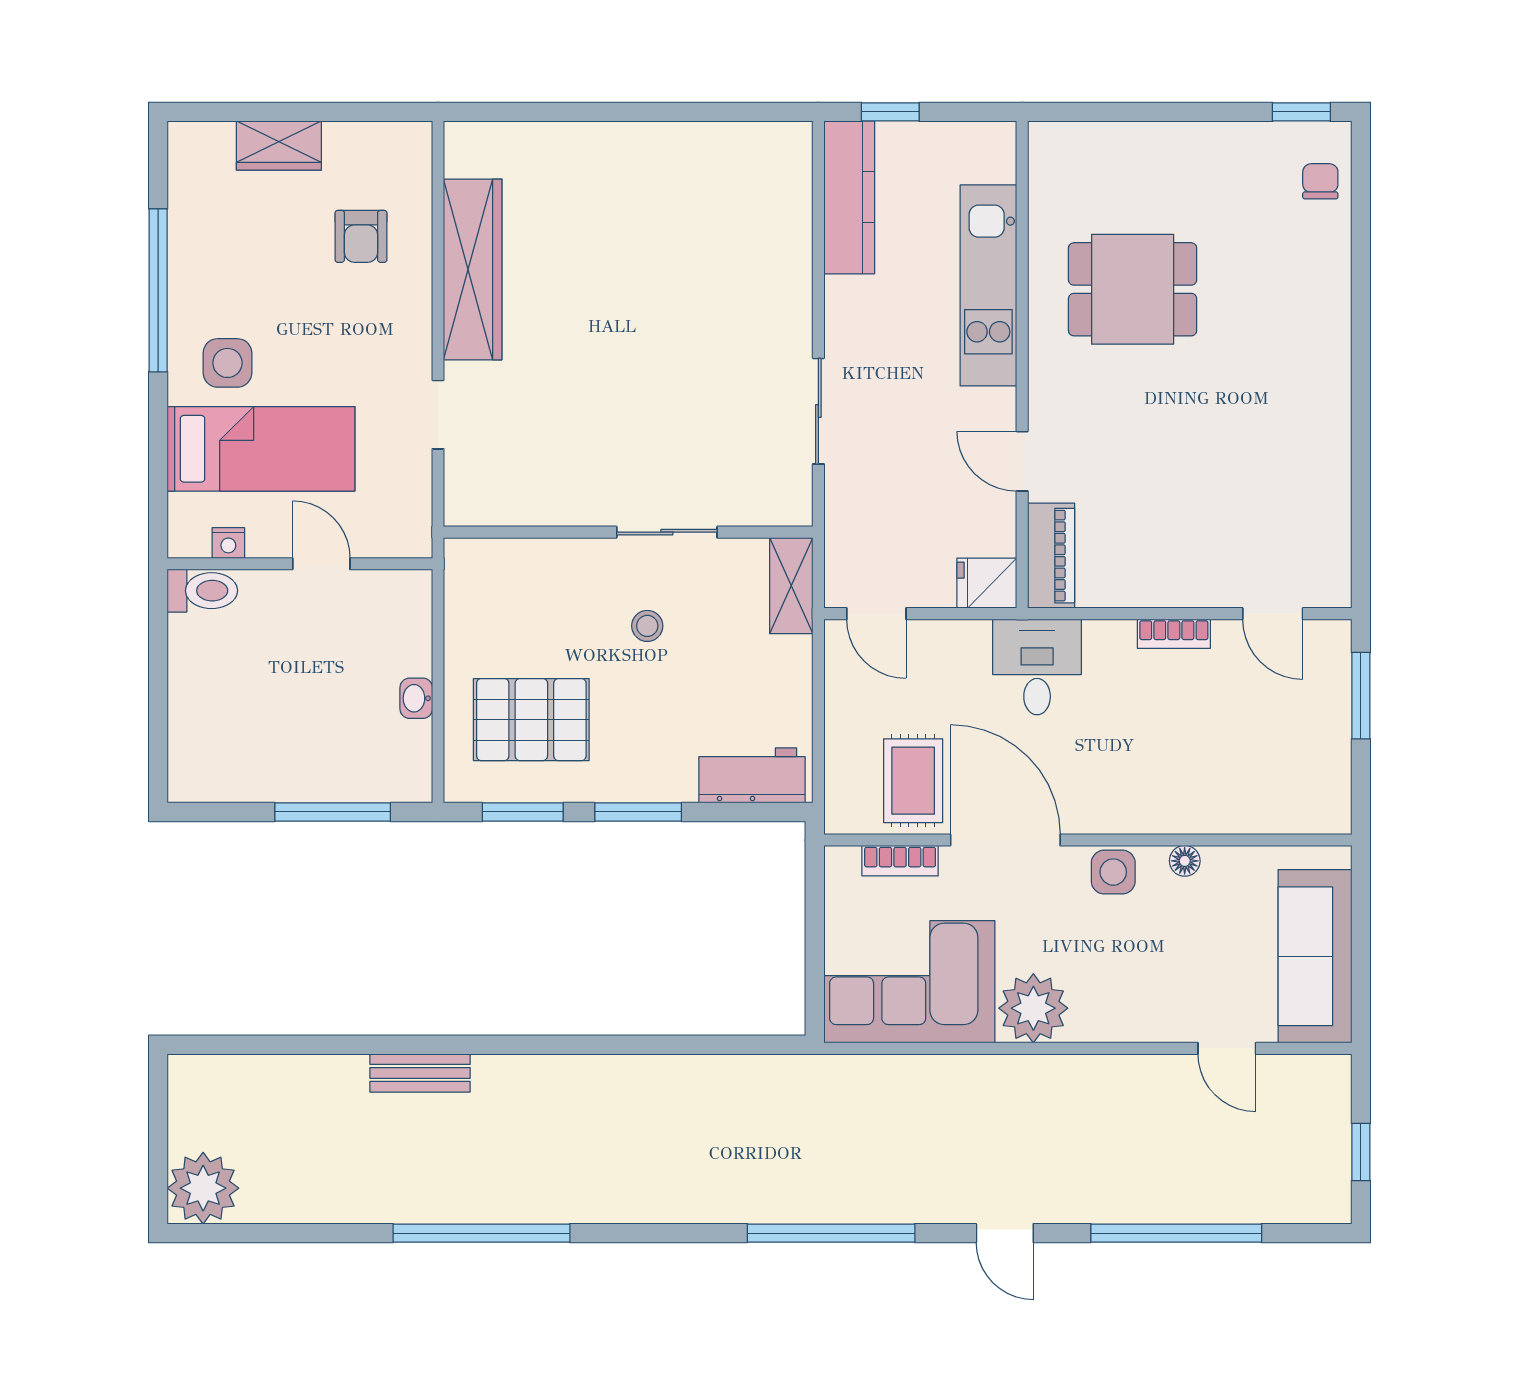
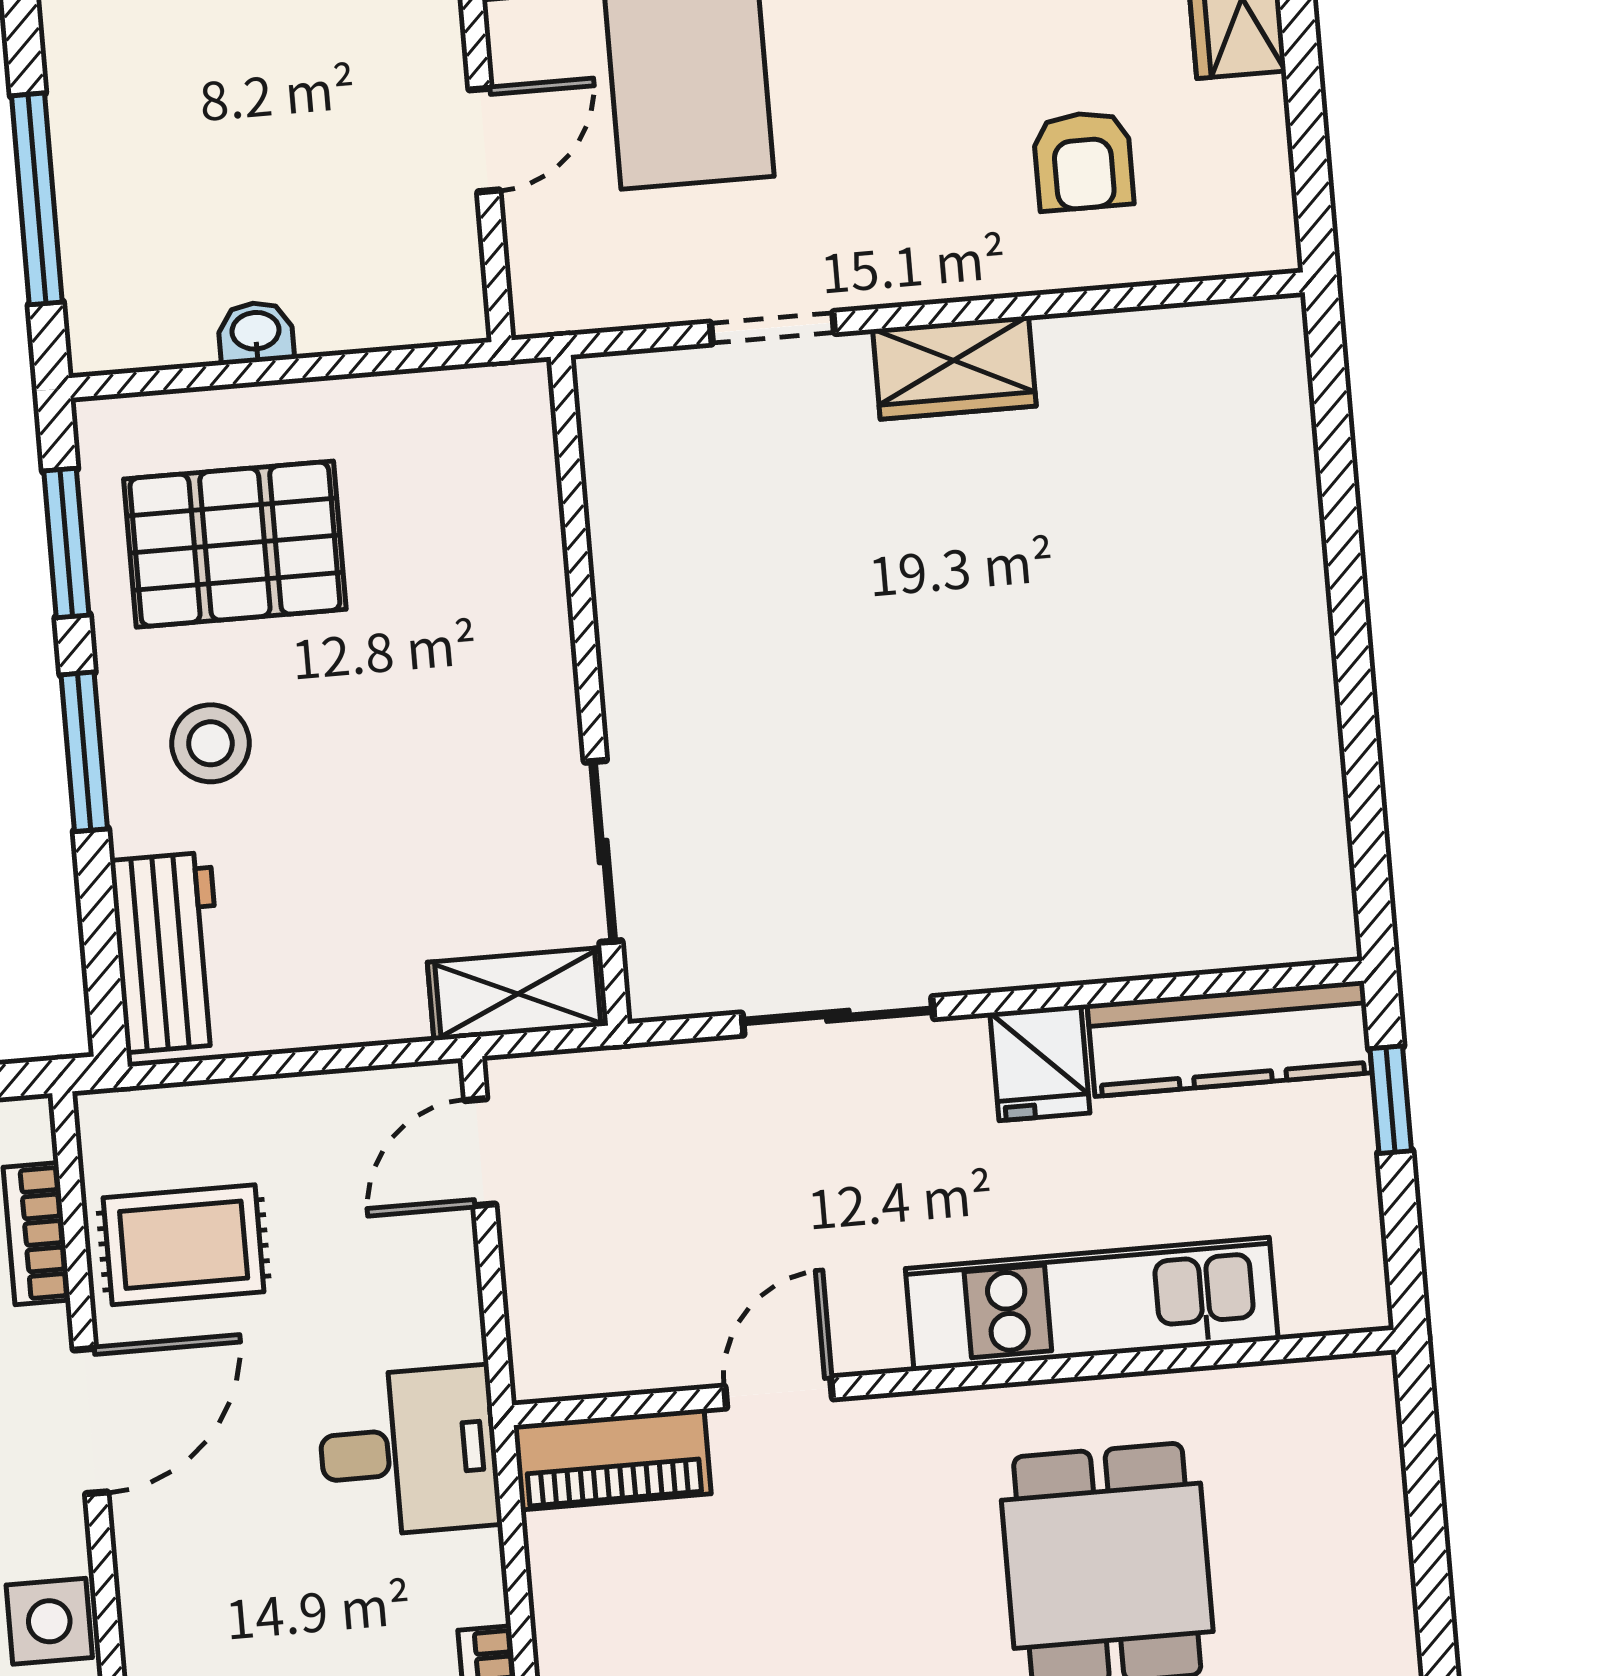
armchair: (361, 236) -> (1083, 161), turned -90
wardrobe: (473, 269) -> (954, 368), width x0.48, depth x0.85
sliding door: (667, 532) -> (603, 851), moved
fridge: (987, 583) -> (1040, 1063), moved, turned 180
stool: (647, 626) -> (210, 743), moved, width x1.37, depth x1.37
pallet: (531, 720) -> (235, 544), turned 90
door: (1005, 840) -> (90, 1421), width x0.73

